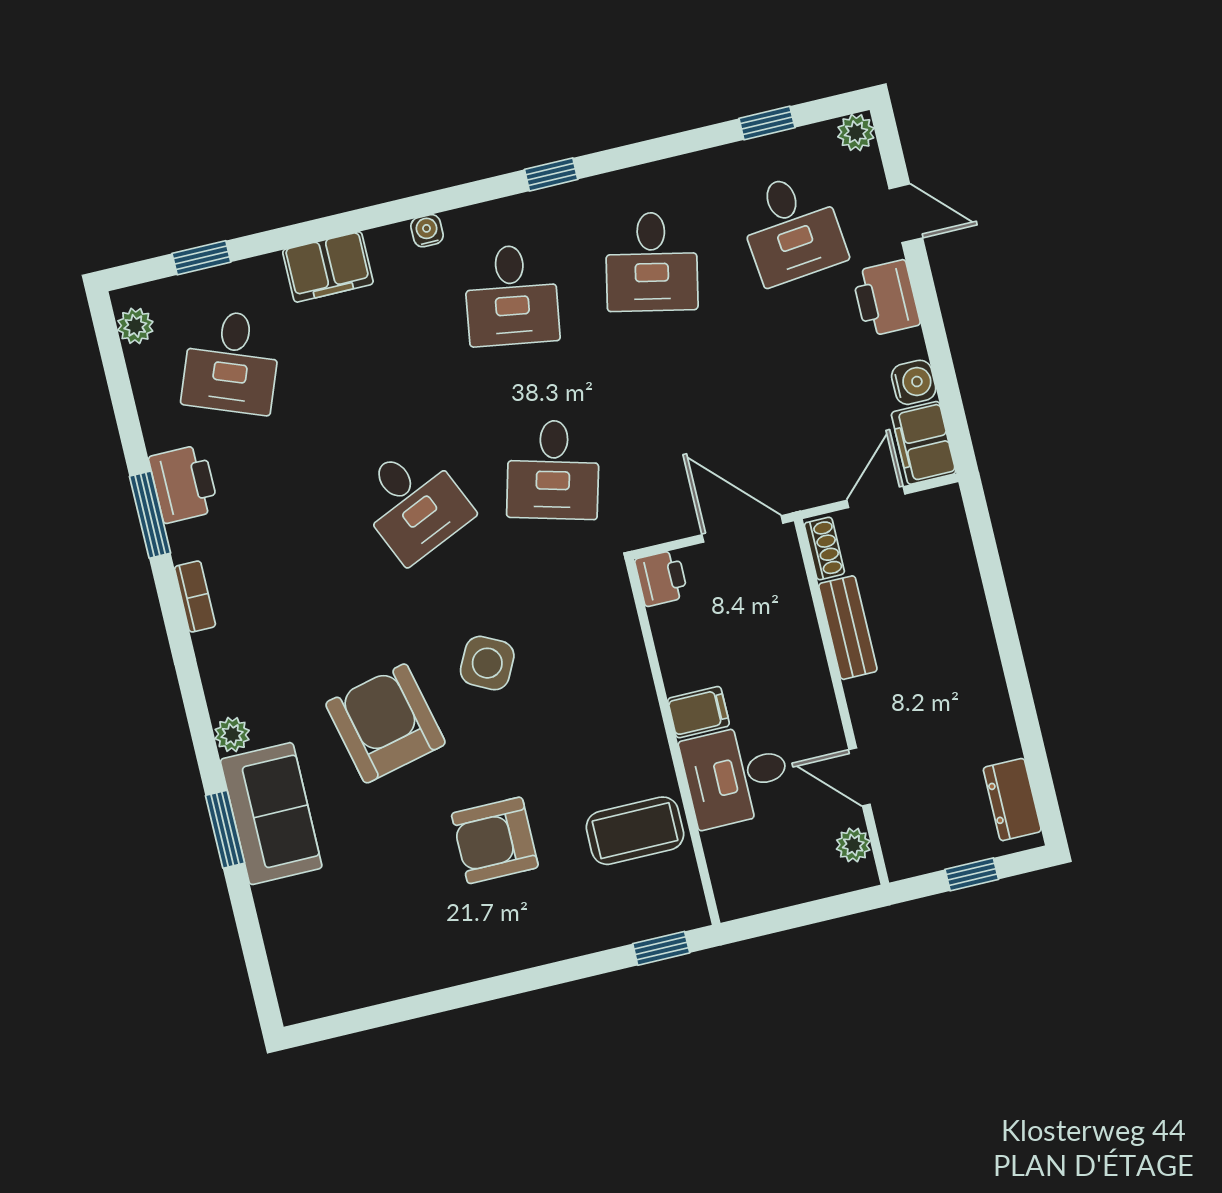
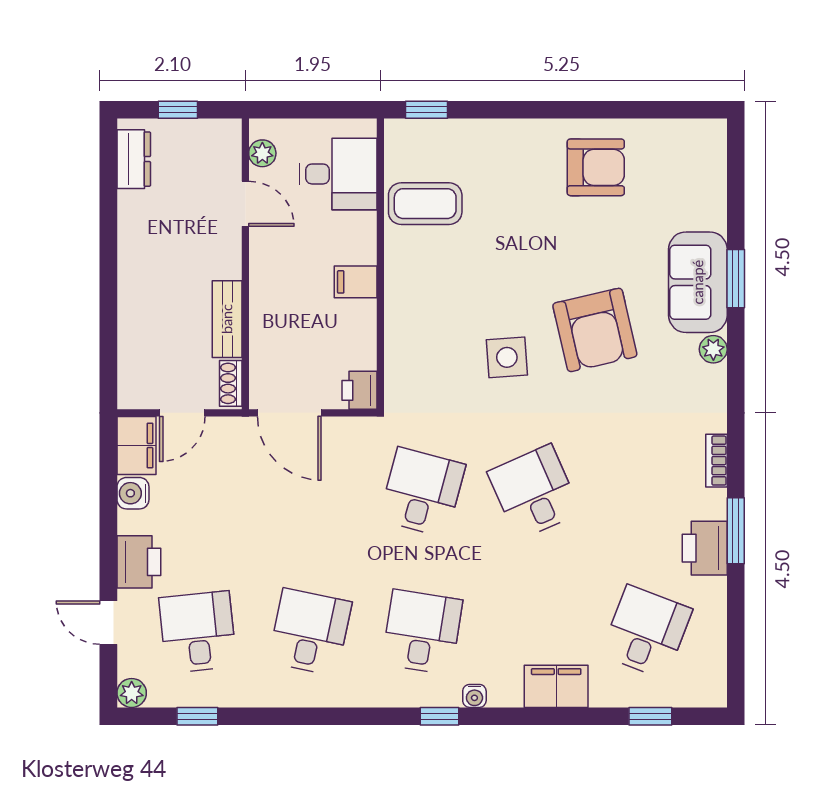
window: (551, 174) -> (440, 716), moved
plant: (135, 326) -> (713, 676), removed
side table: (487, 663) -> (507, 357), turned -31
desk: (736, 775) -> (338, 174), moved
armchair: (495, 840) -> (596, 167), moved

